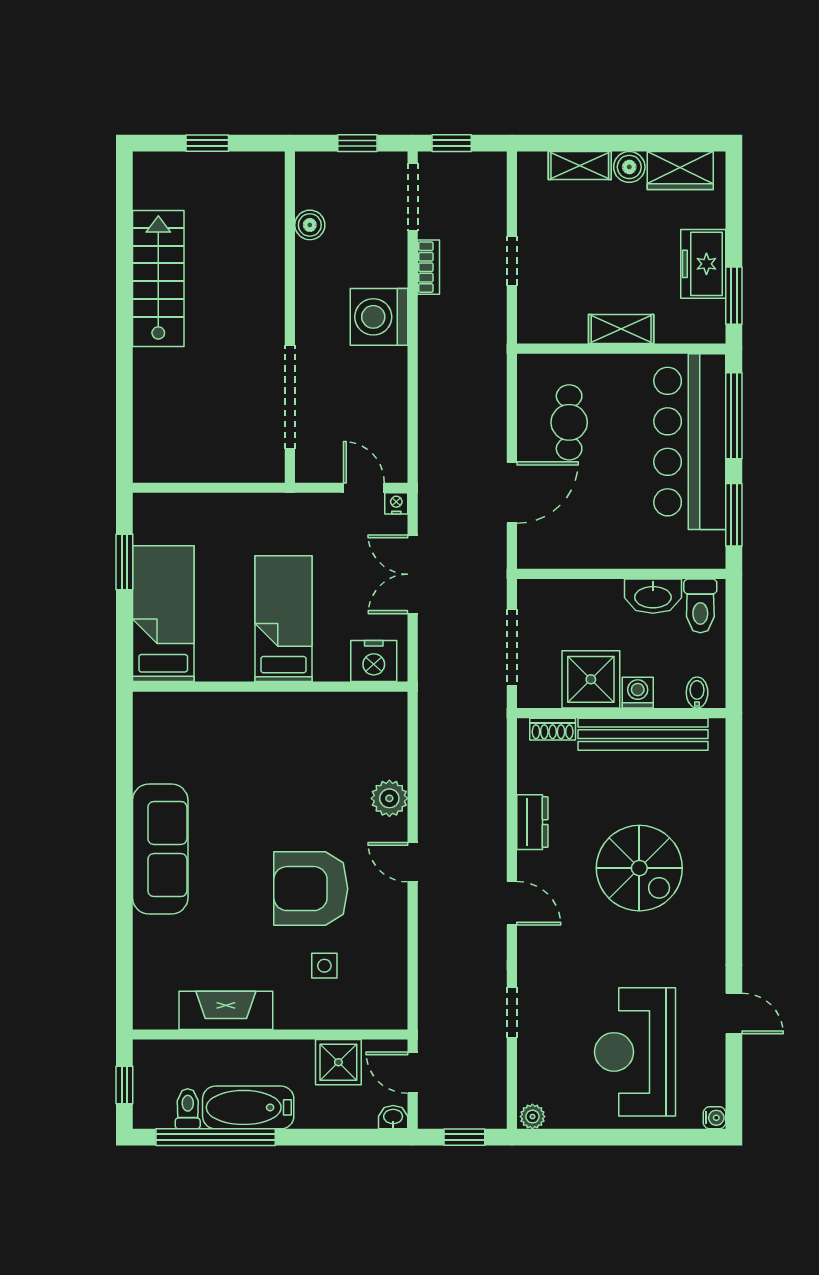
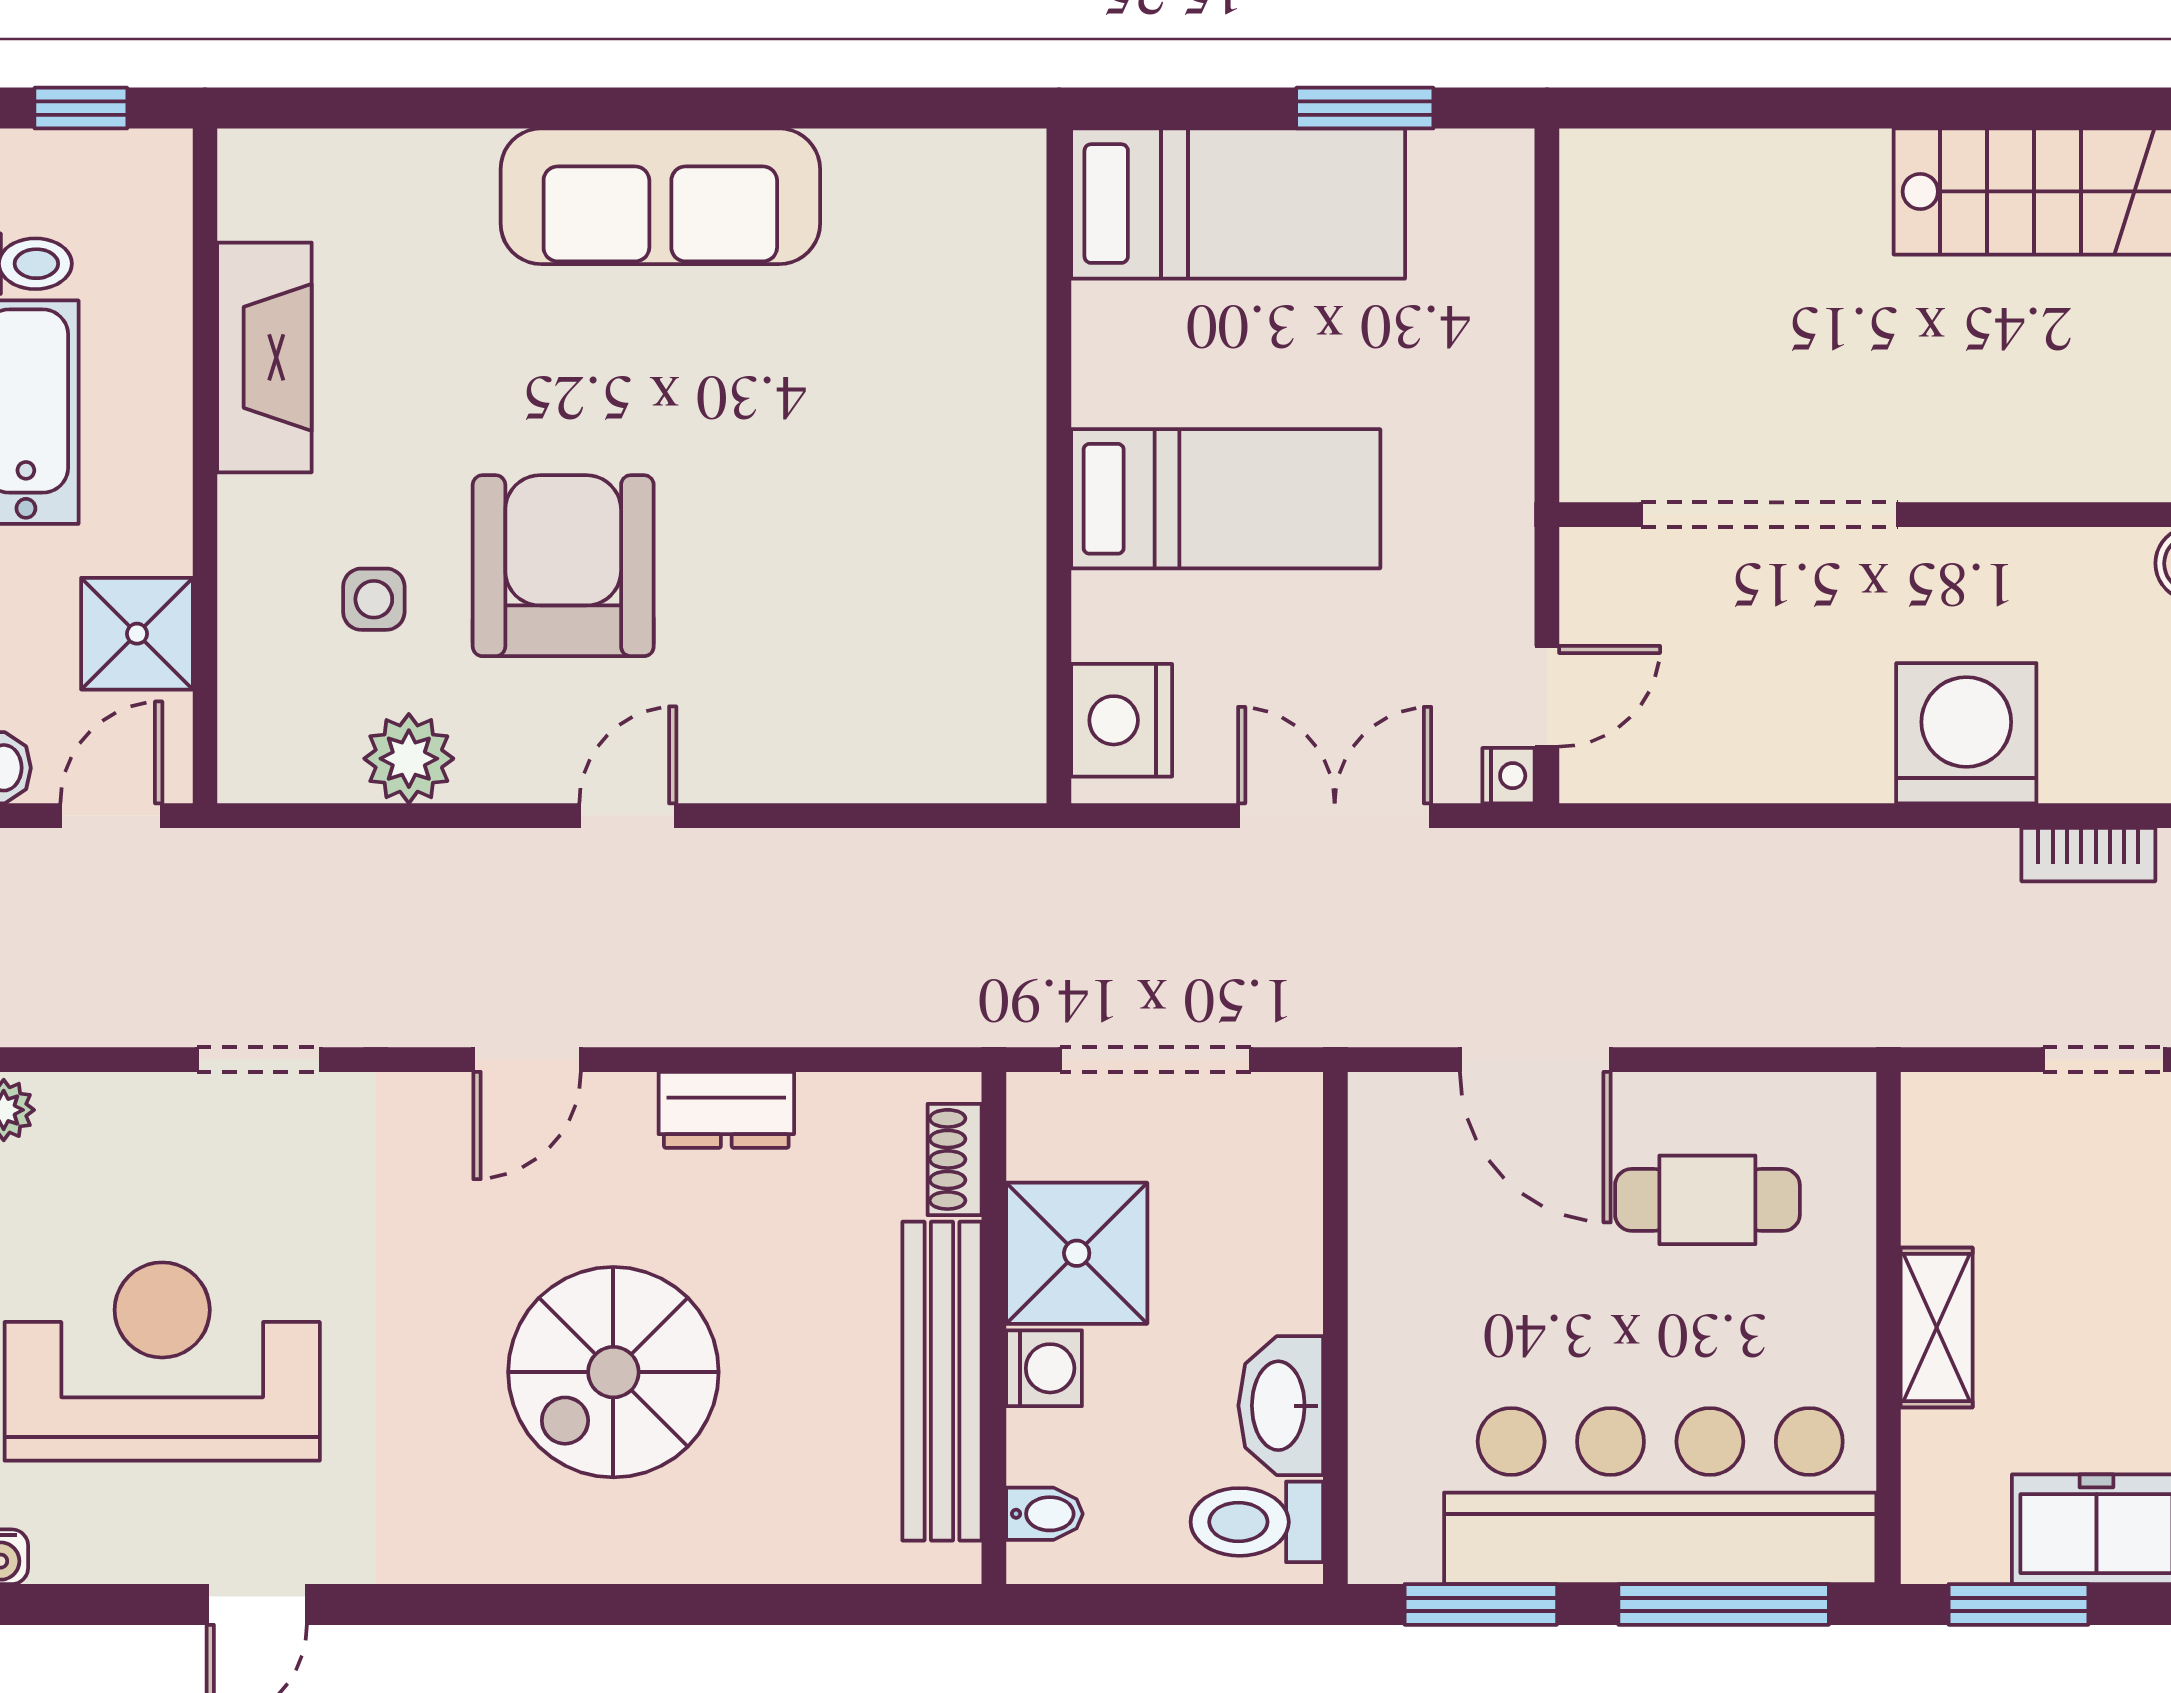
plant: (389, 798) -> (409, 759), moved

